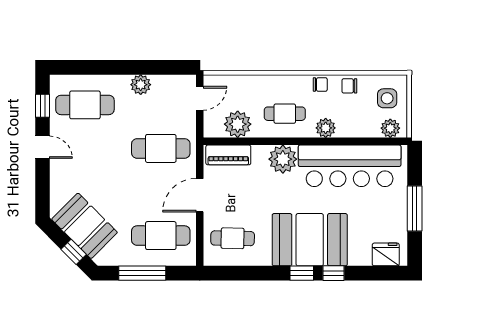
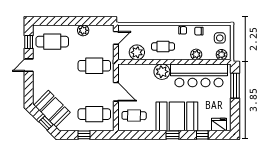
plant: (326, 128) -> (196, 54), moved
door: (43, 147) -> (29, 65), swing flipped
piano: (228, 155) -> (132, 69), removed
door: (200, 195) -> (116, 92), swing flipped
window: (415, 209) -> (235, 86), moved
window: (142, 273) -> (84, 135), width x0.46
window: (333, 273) -> (202, 135), moved

